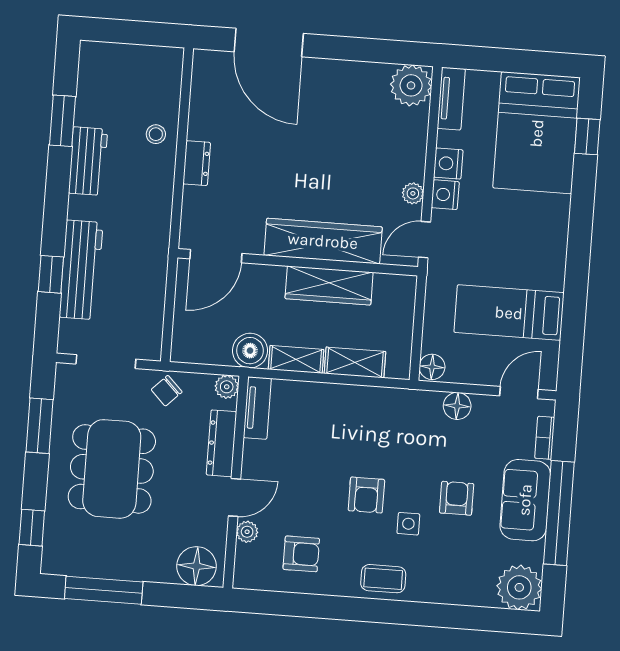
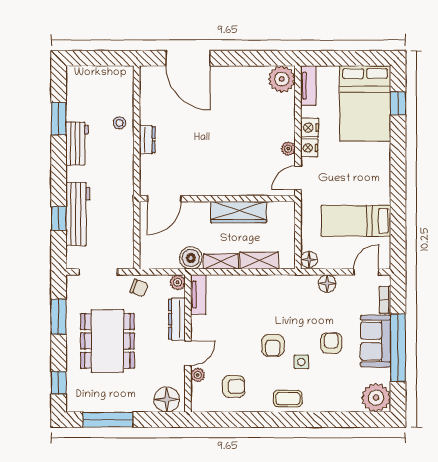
wardrobe: (323, 241) -> (233, 184), removed
chair: (167, 391) -> (139, 288), turned -115

